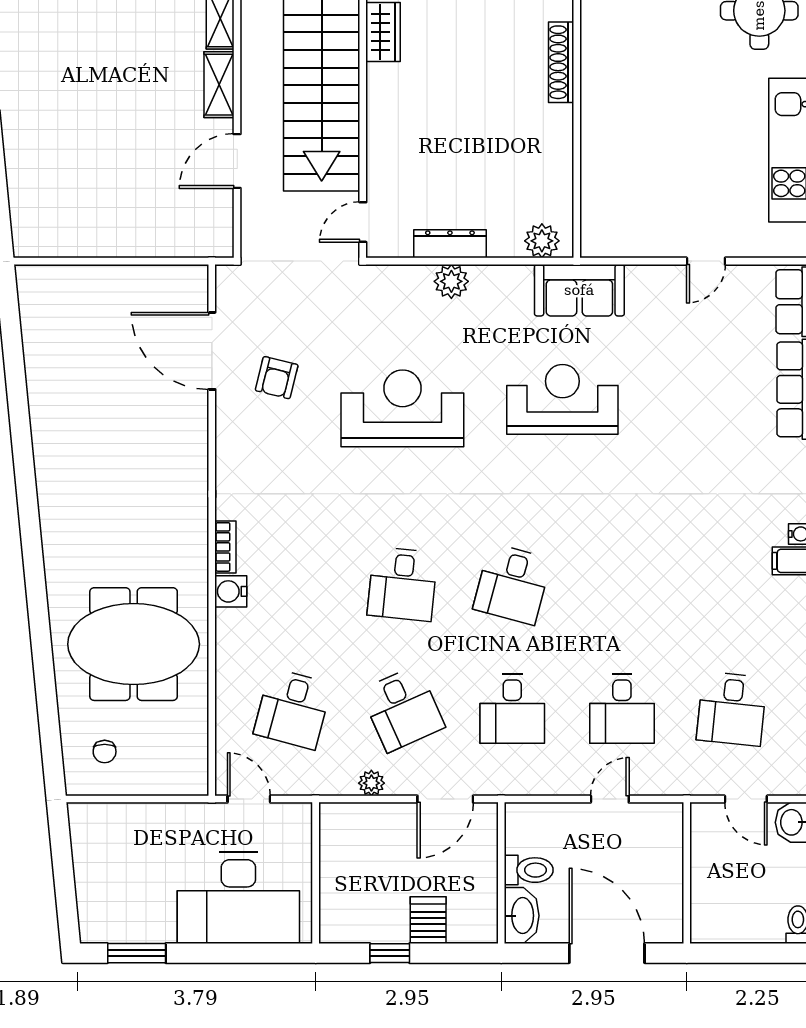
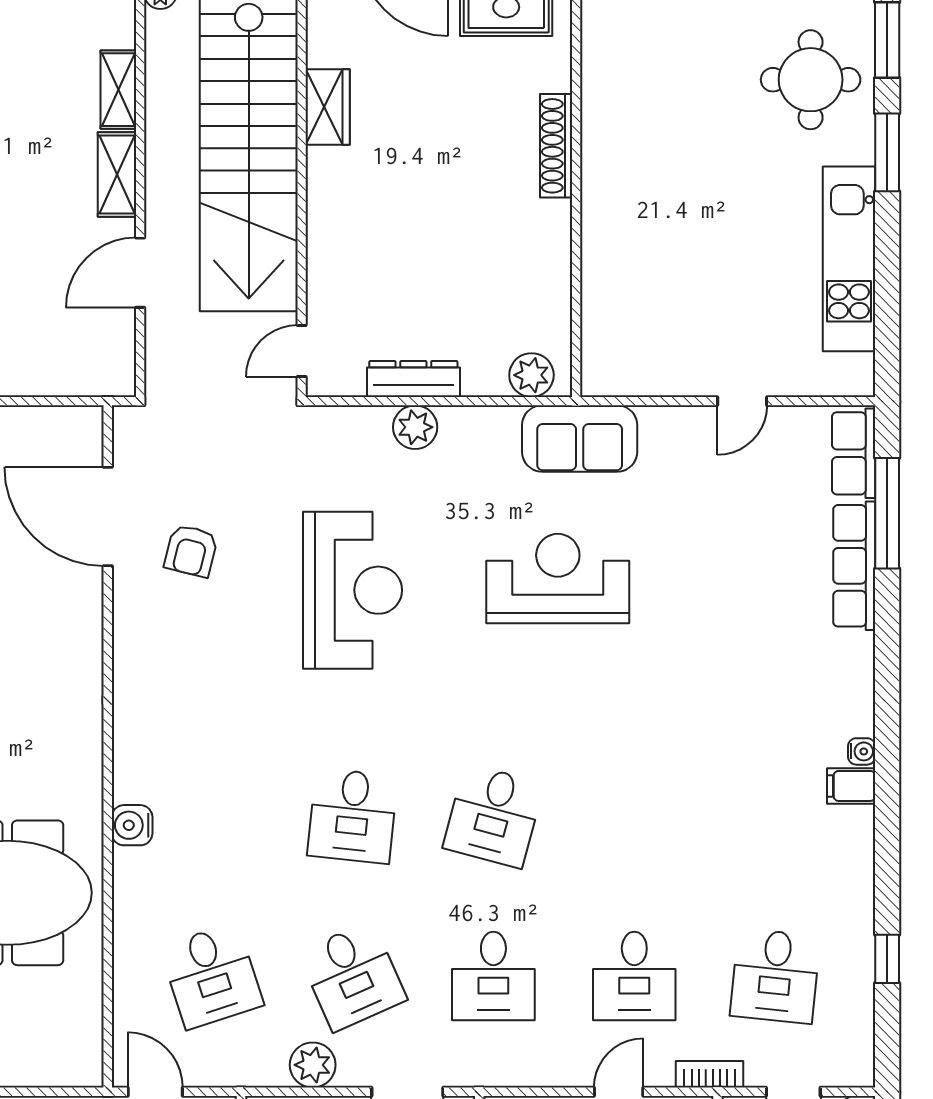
reception desk: (402, 408) -> (353, 590), turned 90
bookcase: (225, 547) -> (710, 1074), moved, turned -90
desk: (293, 709) -> (212, 976), turned -33
plant: (371, 783) -> (313, 1065), width x1.38, depth x1.38

